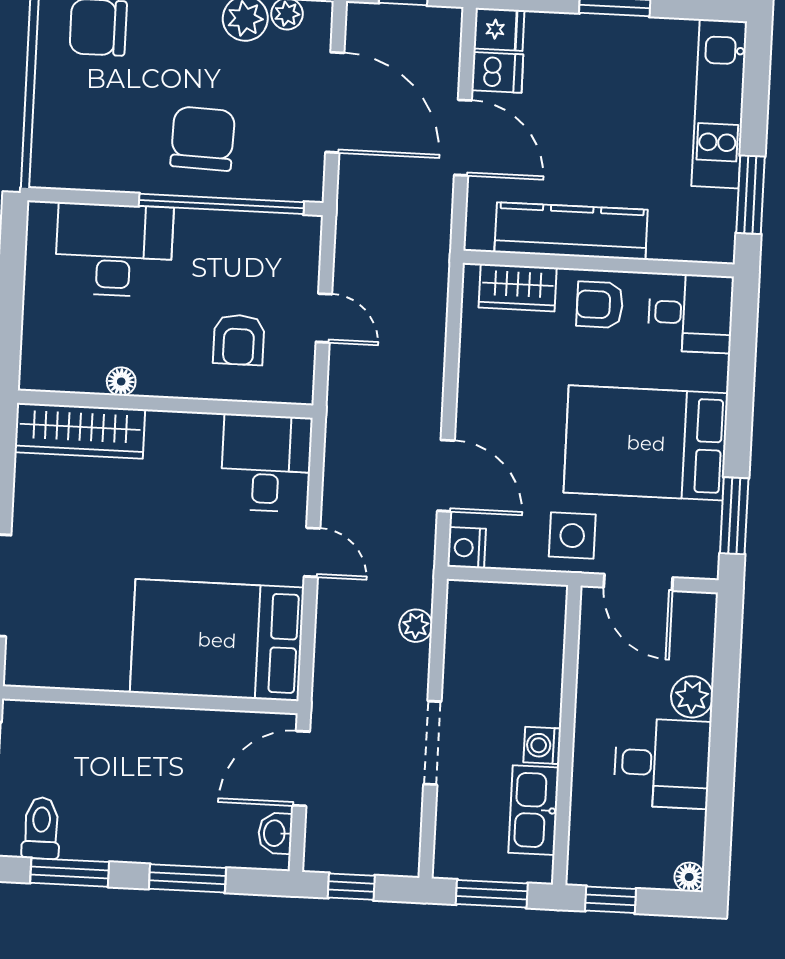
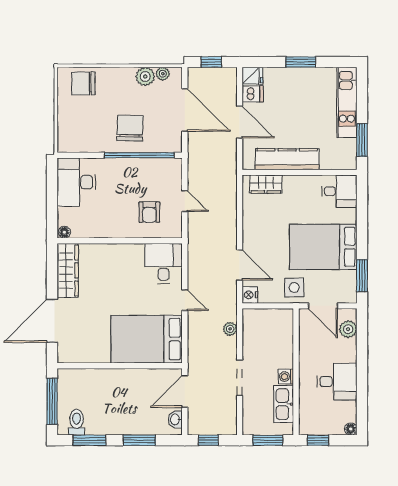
desk: (114, 250) -> (76, 182), moved, turned -90
armchair: (600, 305) -> (301, 190), removed
floor lamp: (121, 381) -> (64, 232), moved
wardrobe: (80, 431) -> (68, 270), moved, turned -90
plant: (692, 697) -> (348, 329), moved

